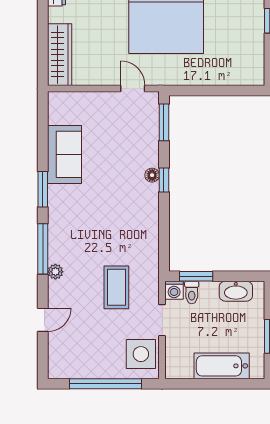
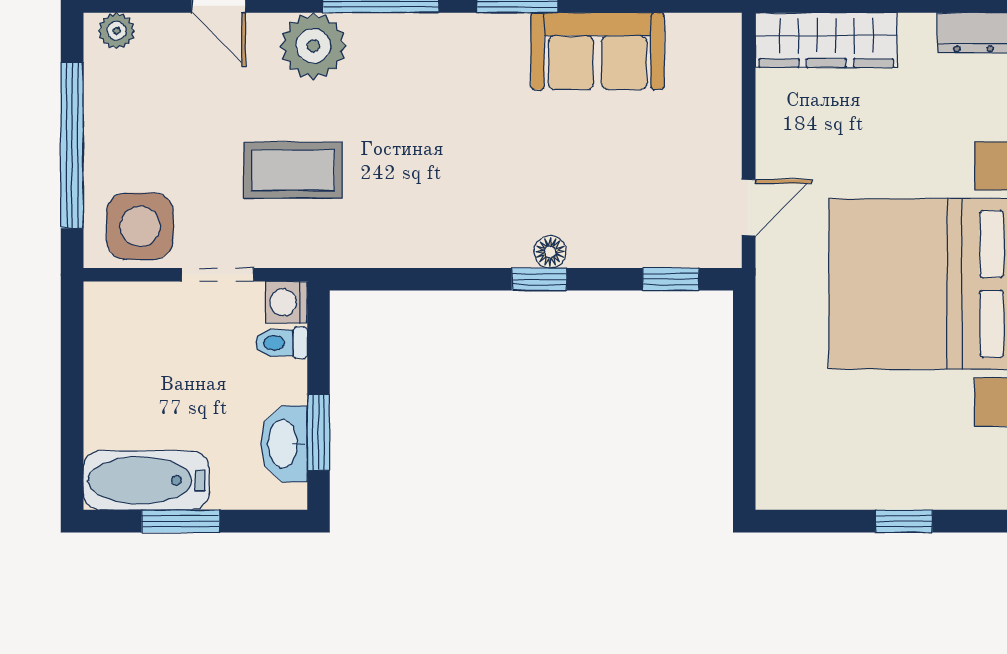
window: (164, 122) -> (671, 279), width x0.67
plant: (55, 272) -> (313, 46), width x1.88, depth x1.88
window: (196, 276) -> (319, 432), moved
plant: (56, 364) -> (117, 31), added
bathtub: (222, 366) -> (146, 480), moved, turned -90

